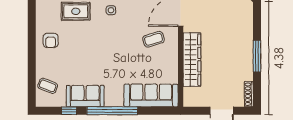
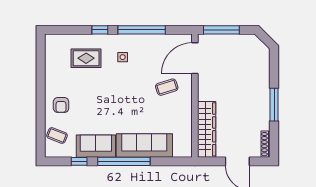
armchair: (51, 40) -> (61, 105), moved
wardrobe: (192, 60) -> (207, 129), moved
sofa: (151, 95) -> (144, 145), moved

